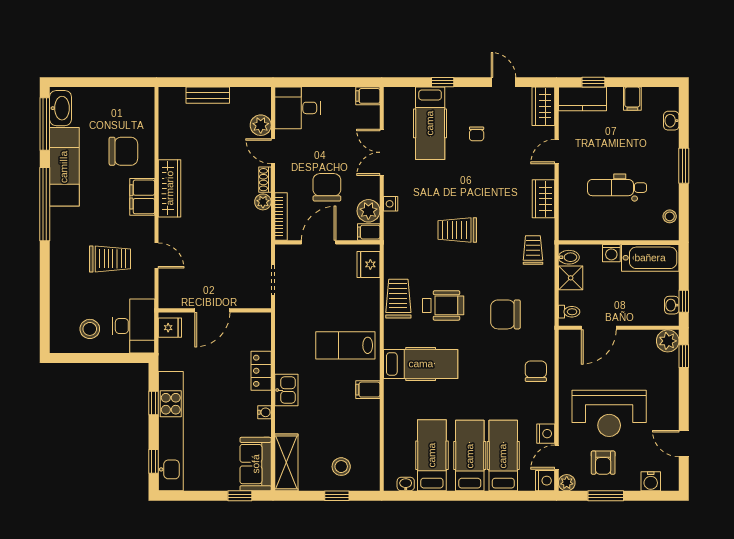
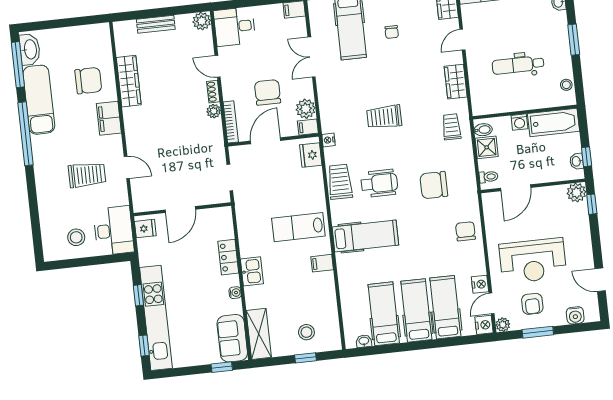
plant: (261, 125) -> (202, 21), moved
wardrobe: (170, 188) -> (129, 81), moved
nightstand: (391, 204) -> (329, 140), moved

